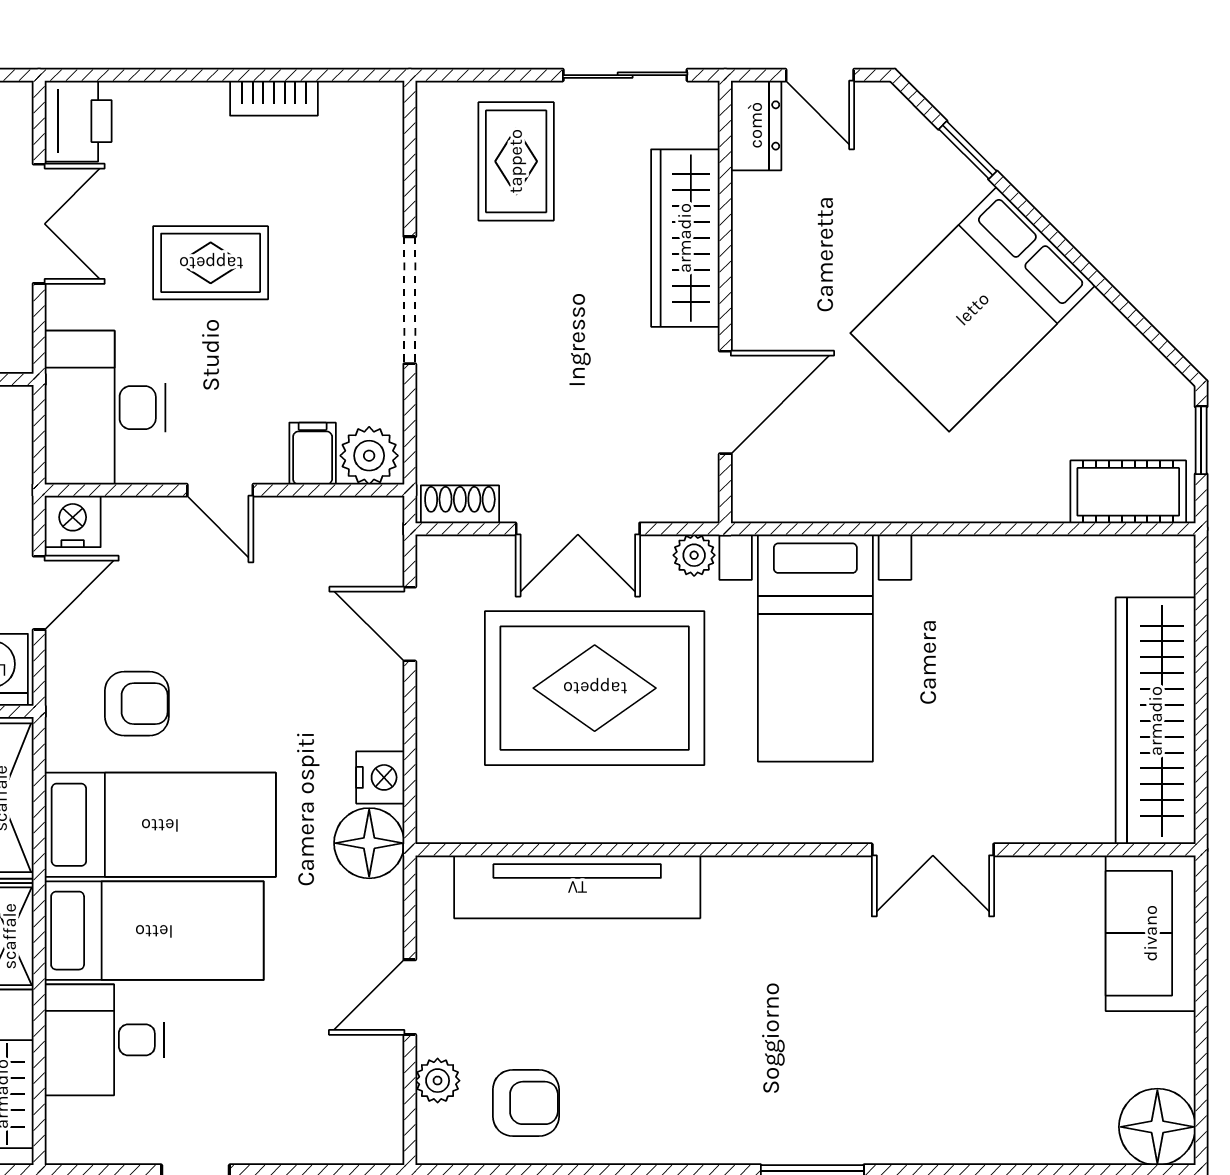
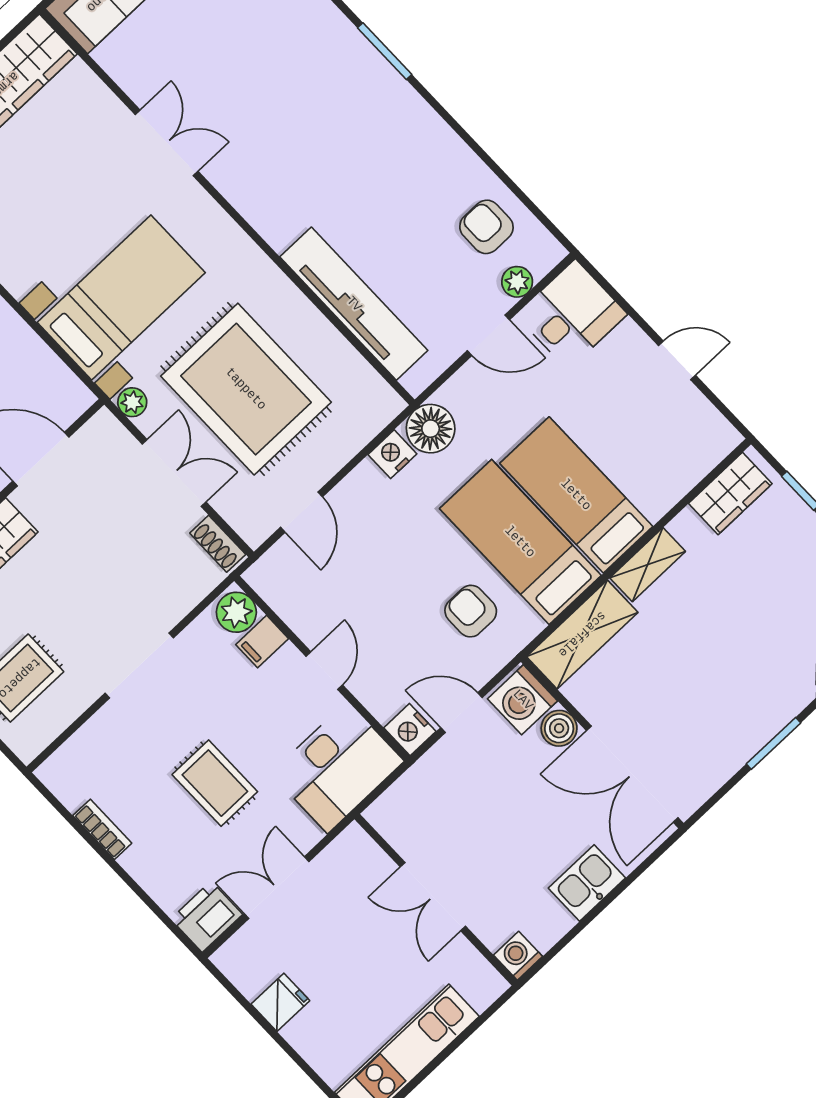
desk: (104, 1040) -> (572, 315), moved, turned -90

